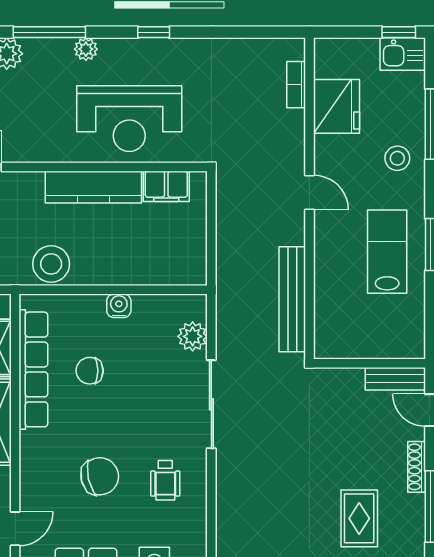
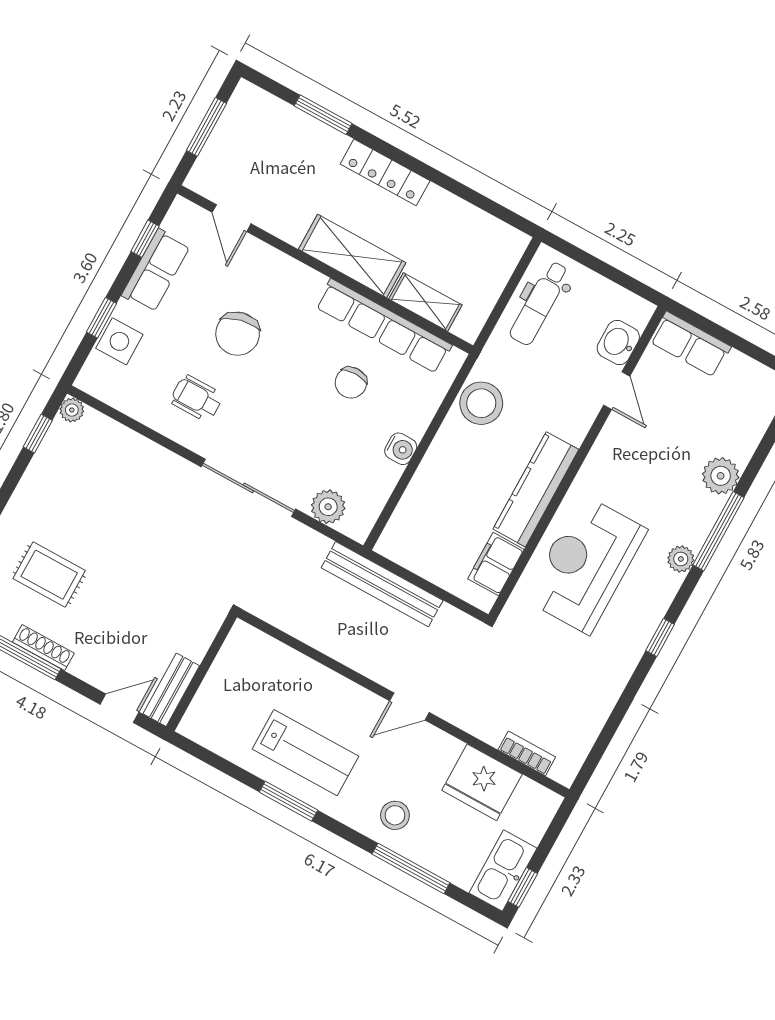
kitchen sink: (403, 54) -> (503, 871), width x1.38
bench: (292, 299) -> (382, 584), moved
chair: (90, 371) -> (351, 383), turned 180
shoe rack: (417, 467) -> (43, 648), moved

